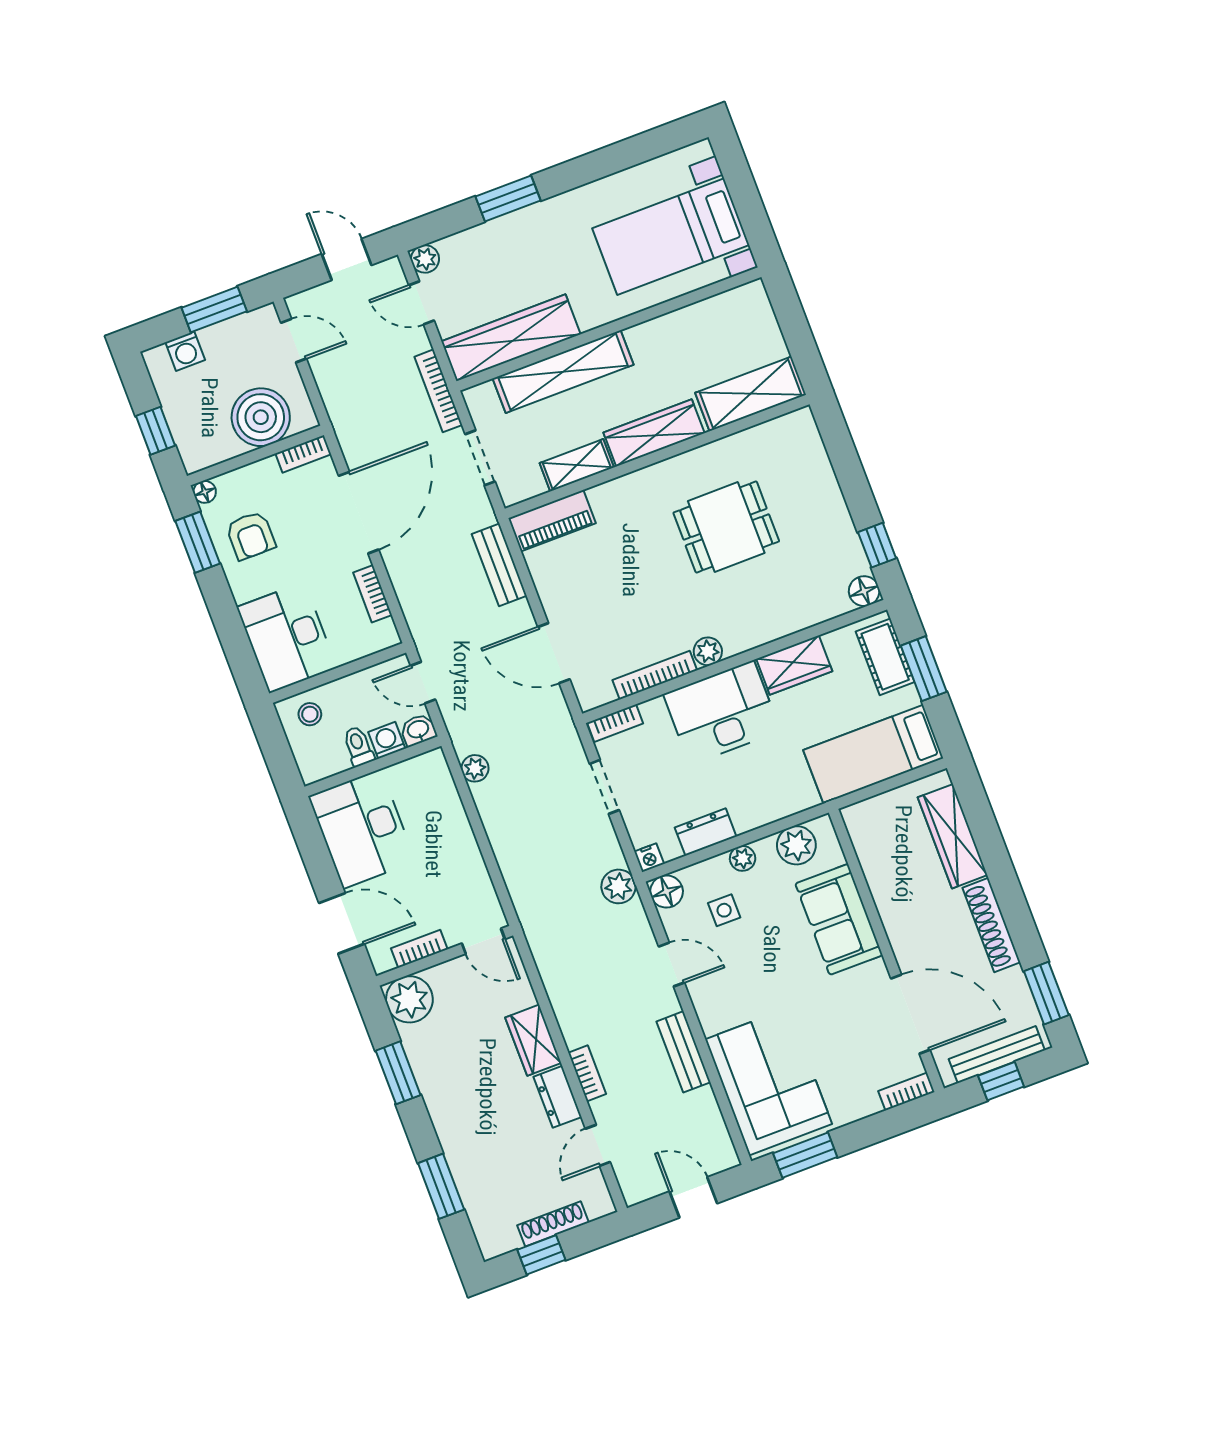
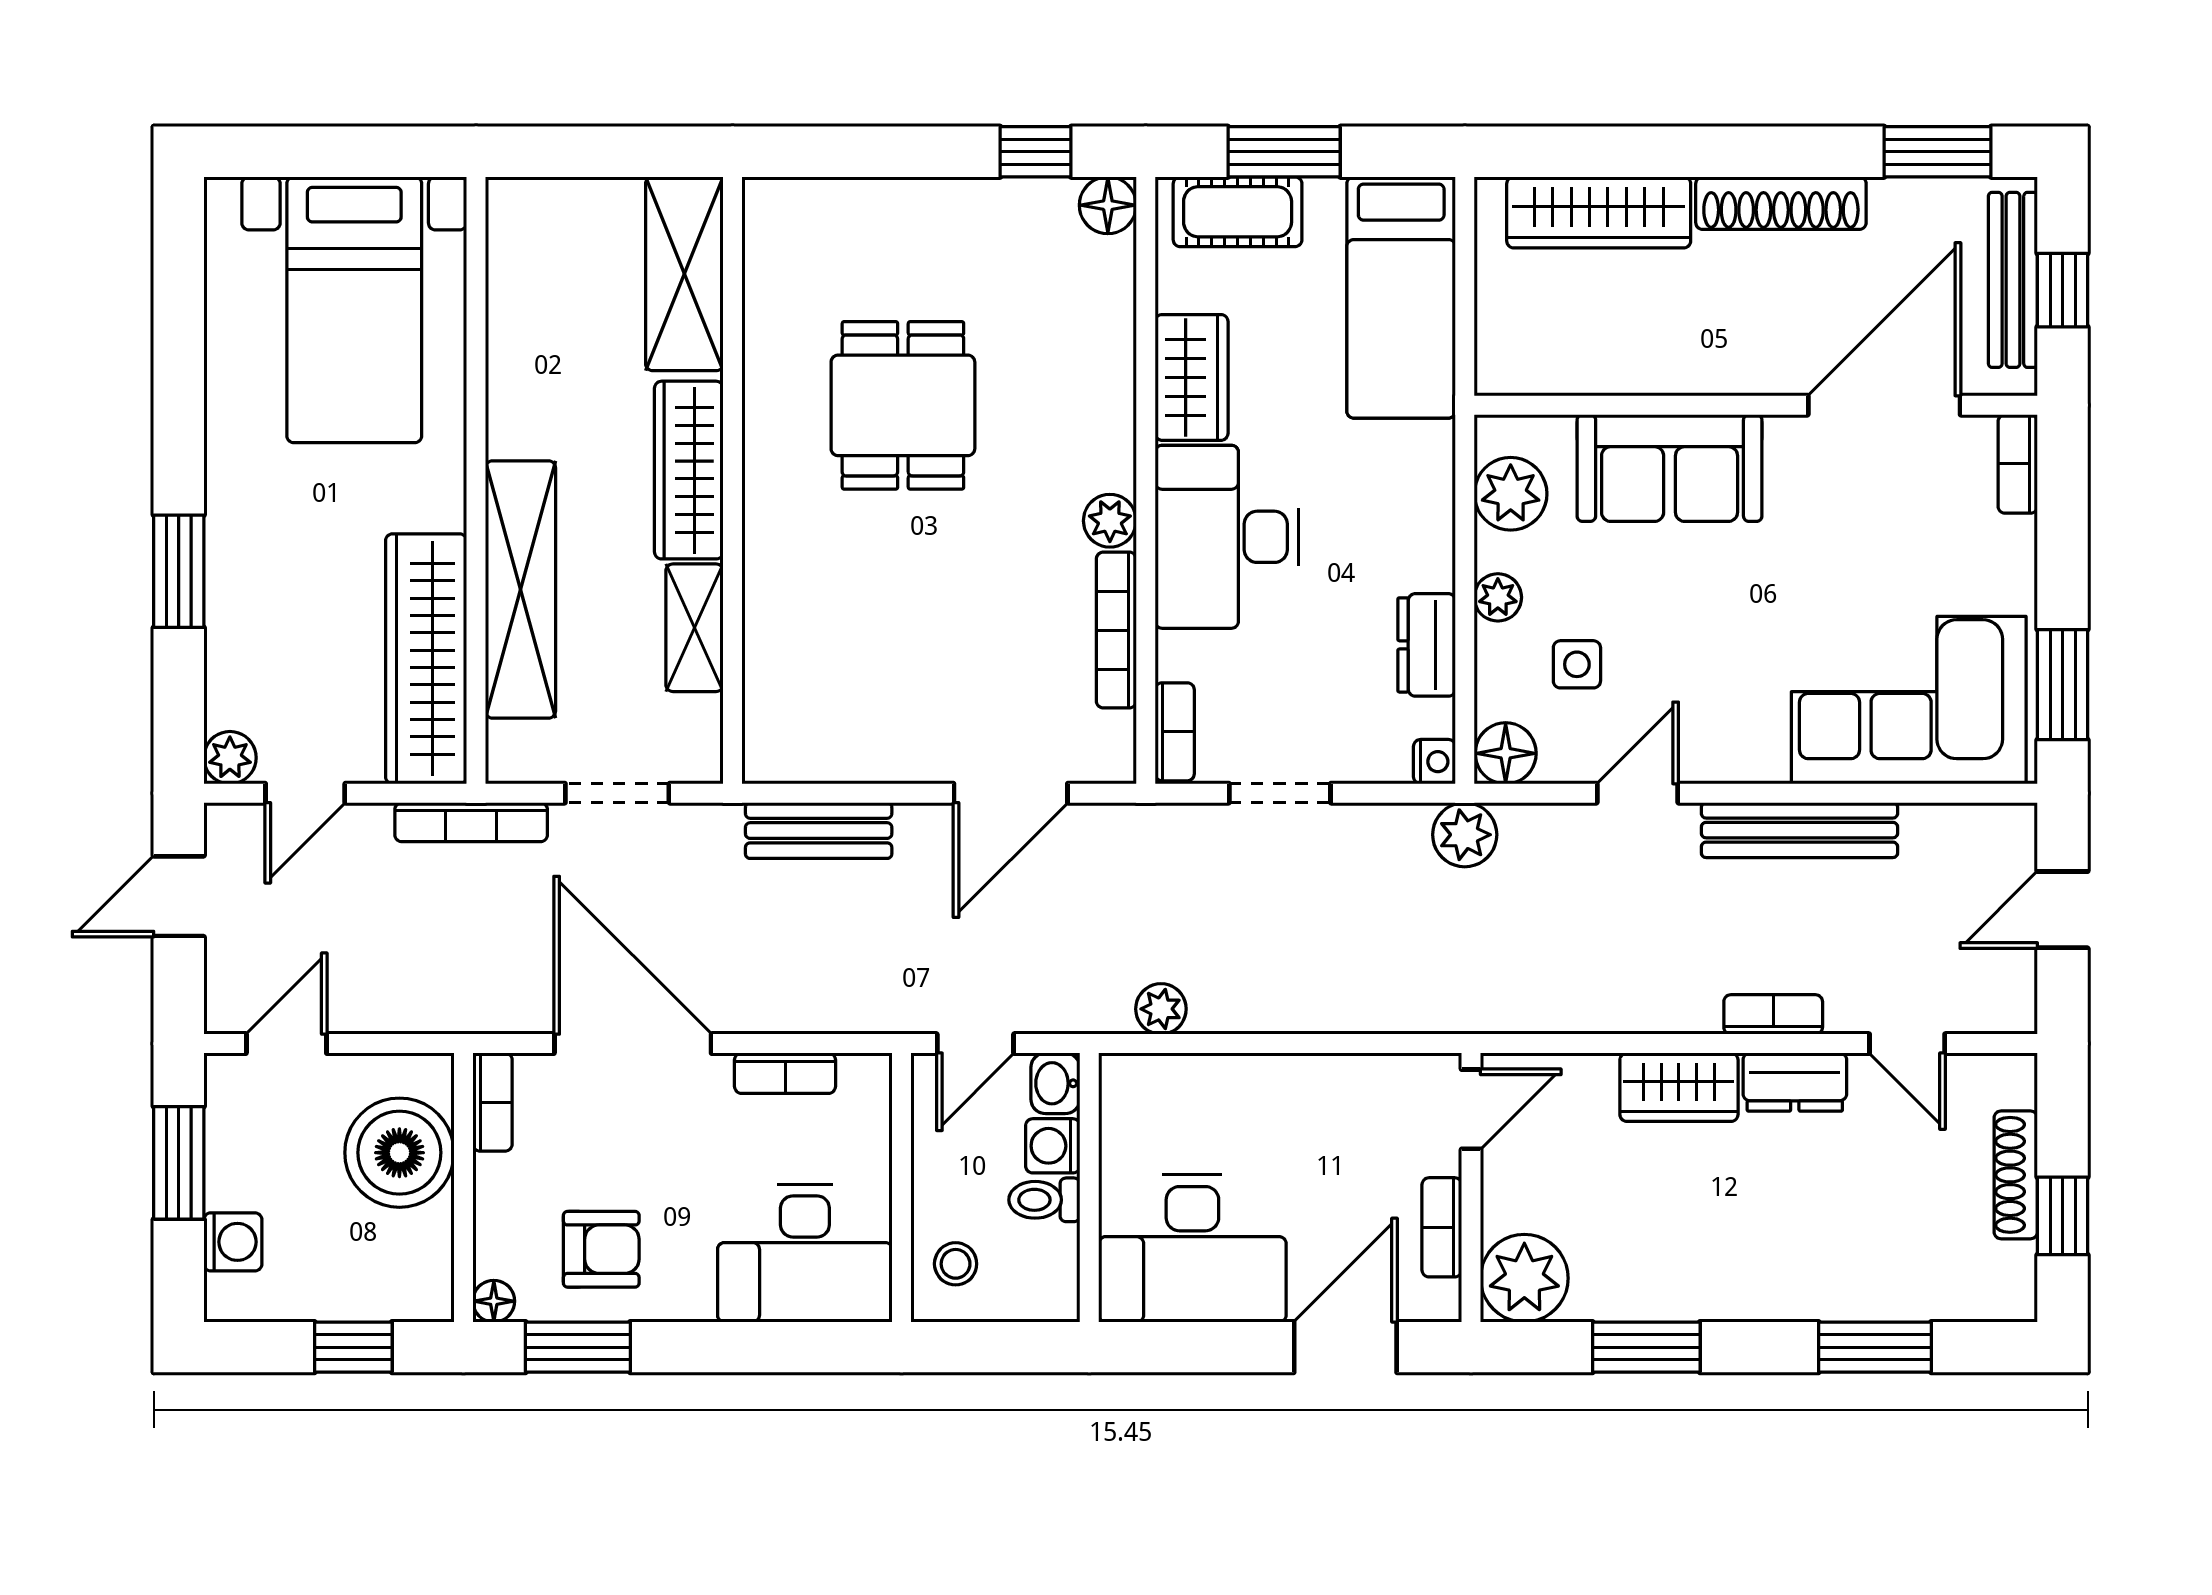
piano: (552, 521) -> (776, 708), removed
bench: (684, 1052) -> (1799, 830), width x1.36

